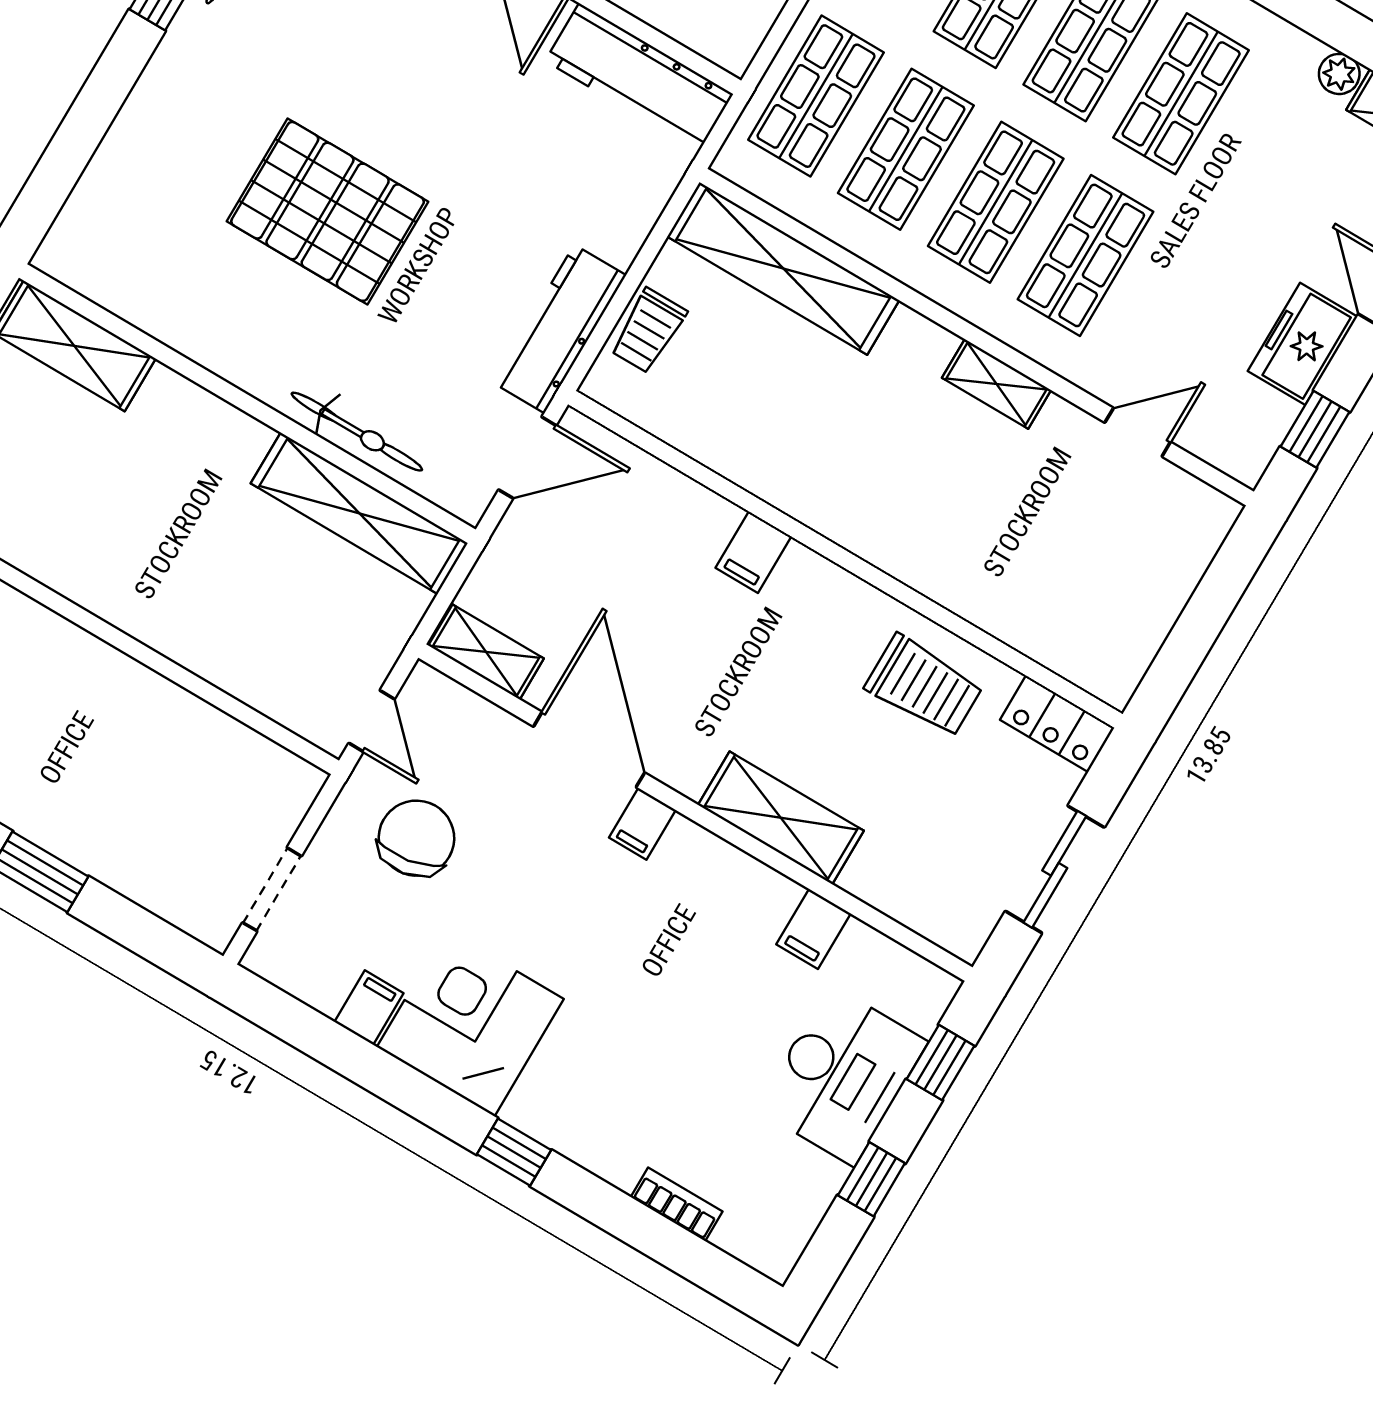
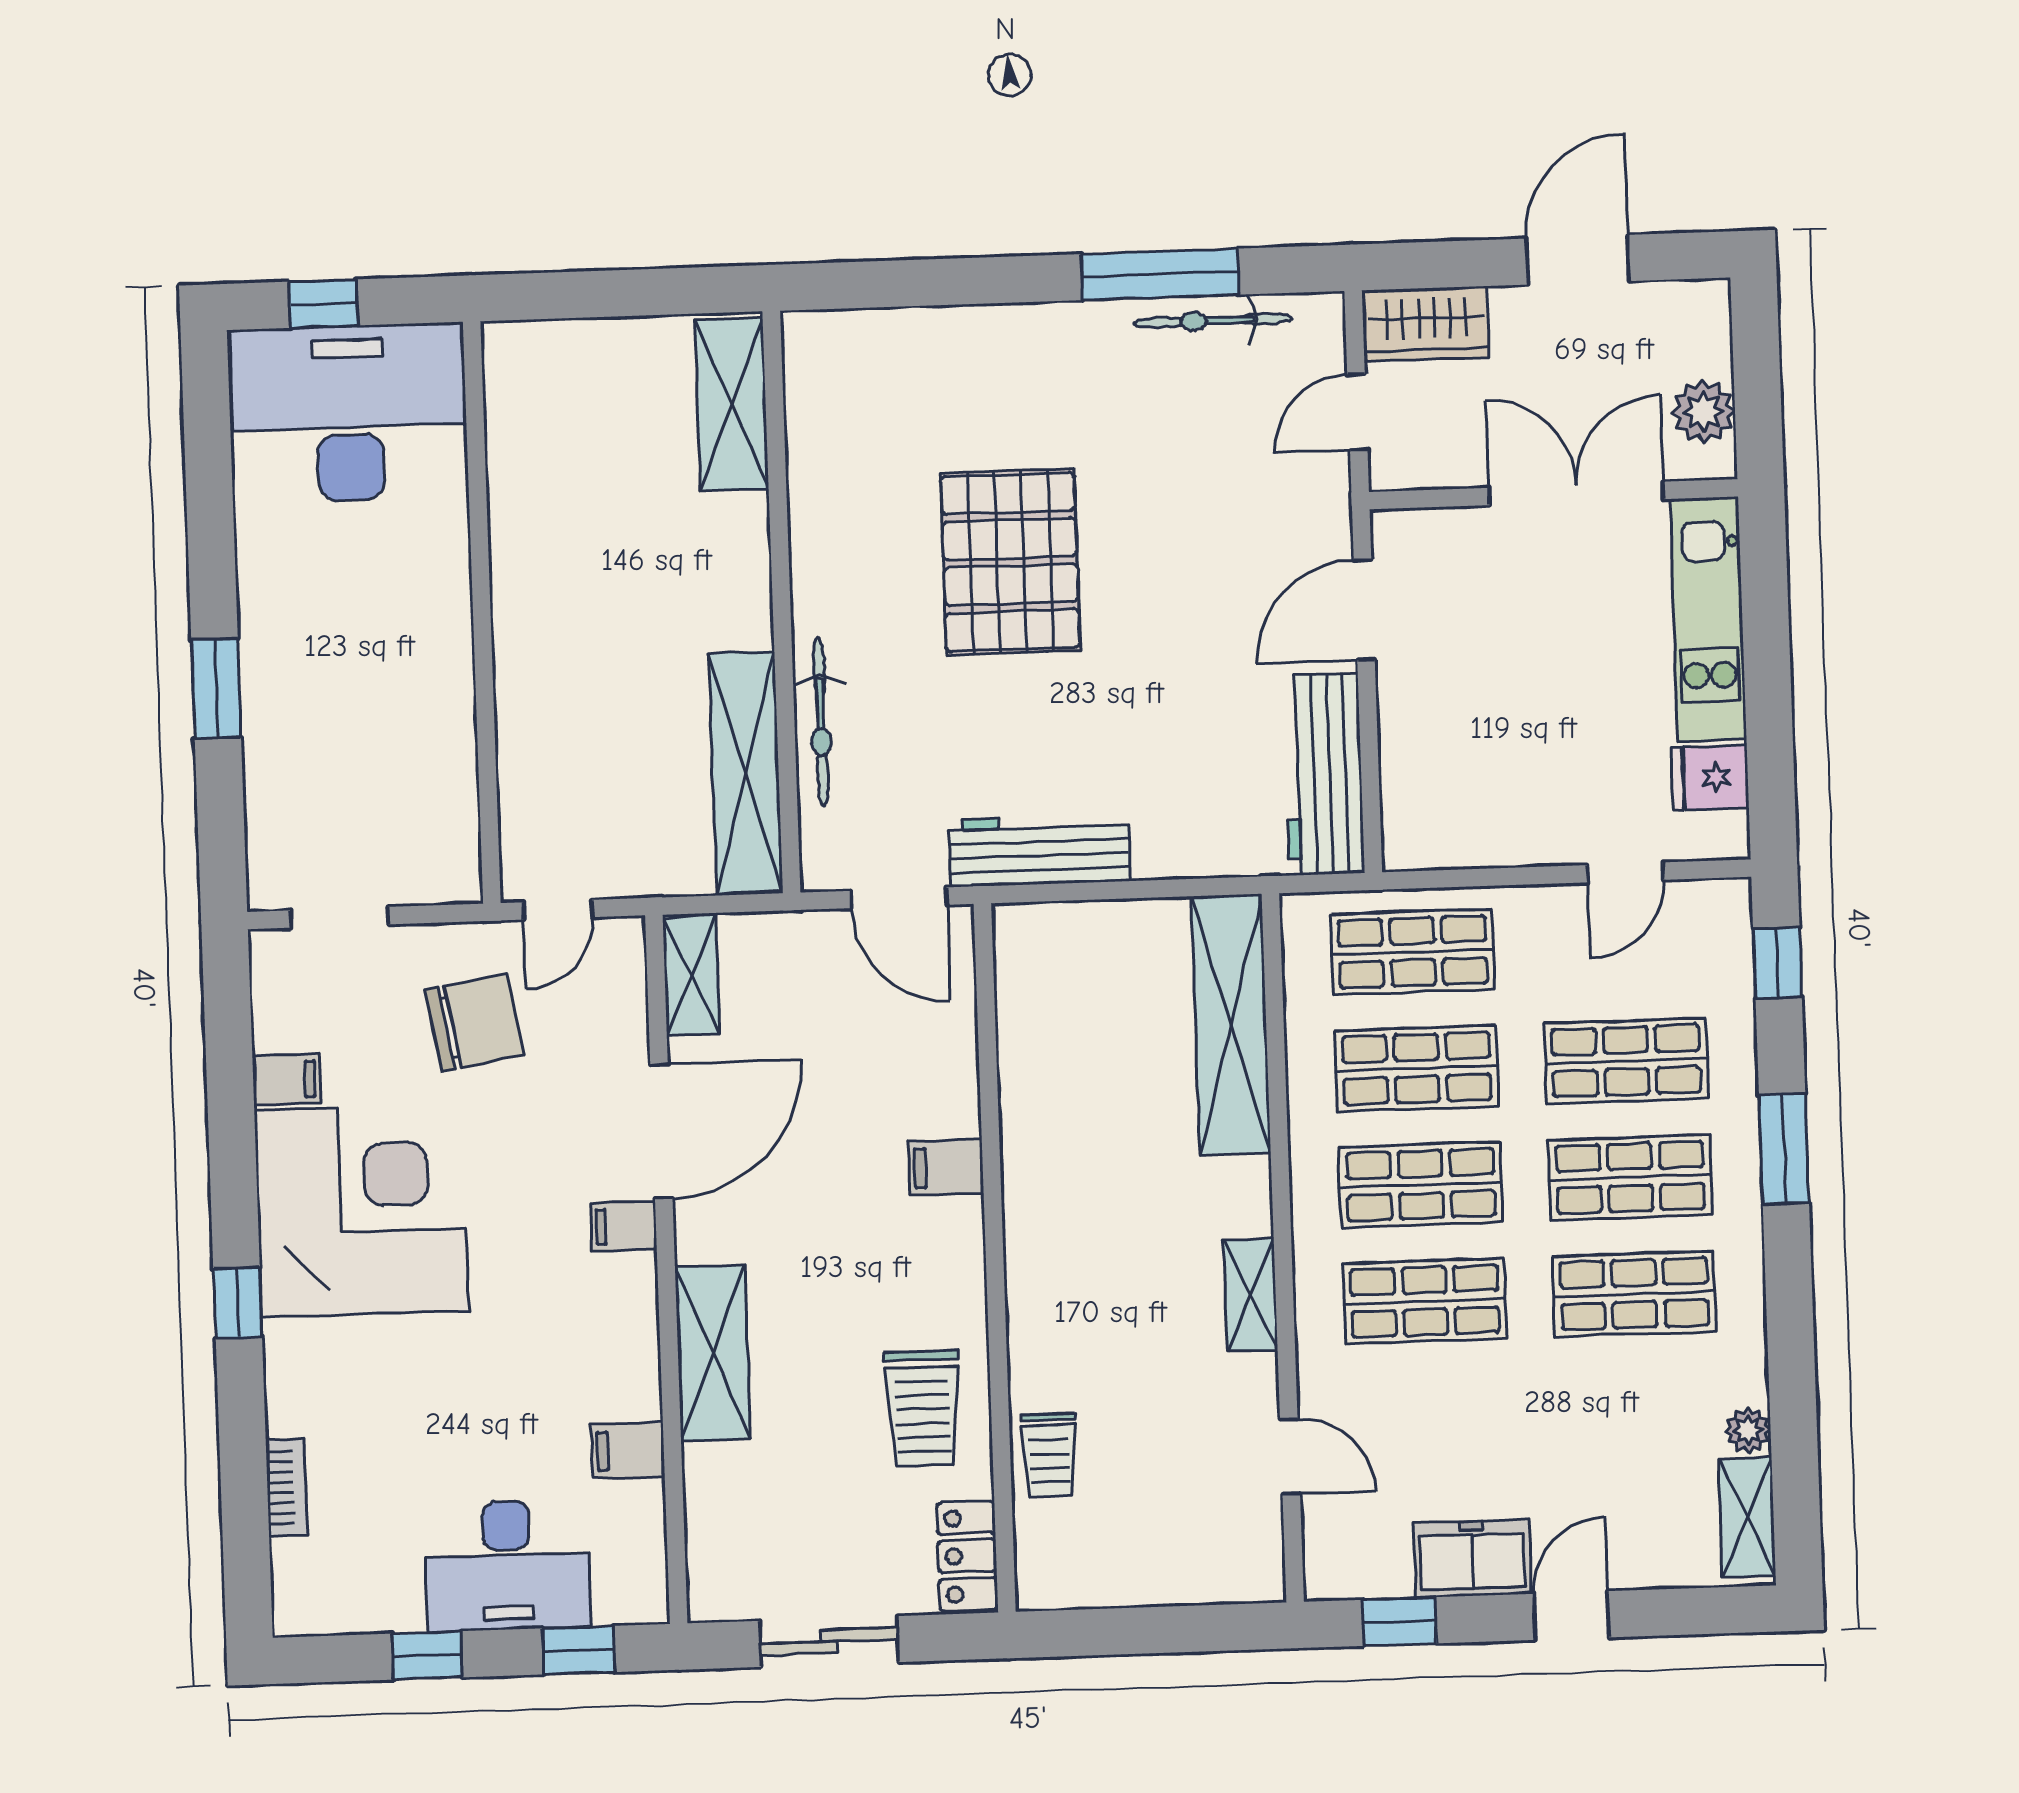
trolley: (648, 331) -> (1049, 1455), moved, turned -90
corner desk: (470, 1023) -> (361, 1211), width x1.36, depth x1.36

